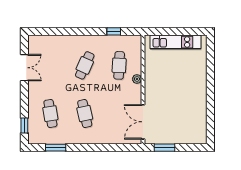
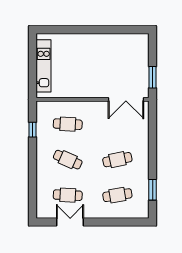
cafe table: (50, 65) -> (68, 195), added
plant: (137, 79) -> (82, 106), removed
window: (24, 126) -> (130, 222), removed

